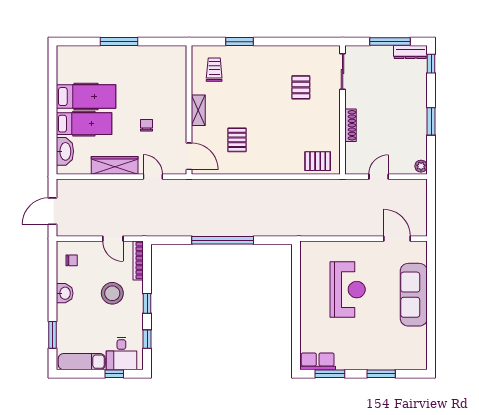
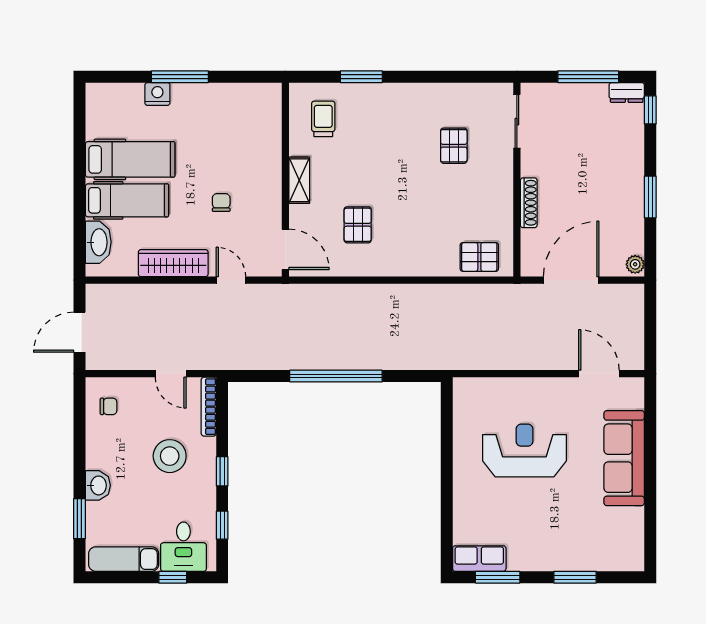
dresser: (410, 52) -> (627, 92), width x0.70
nightstand: (104, 53) -> (157, 94), added
door: (379, 177) -> (571, 280), width x1.87
reception desk: (348, 290) -> (524, 450), turned -90
washbasin: (65, 293) -> (98, 485), moved

